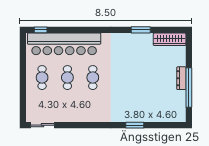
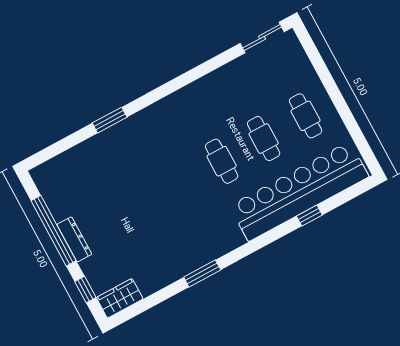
window: (41, 30) -> (309, 216), moved
window: (141, 30) -> (202, 273), moved
wardrobe: (170, 39) -> (120, 298), width x0.67
window: (189, 52) -> (85, 290), added

